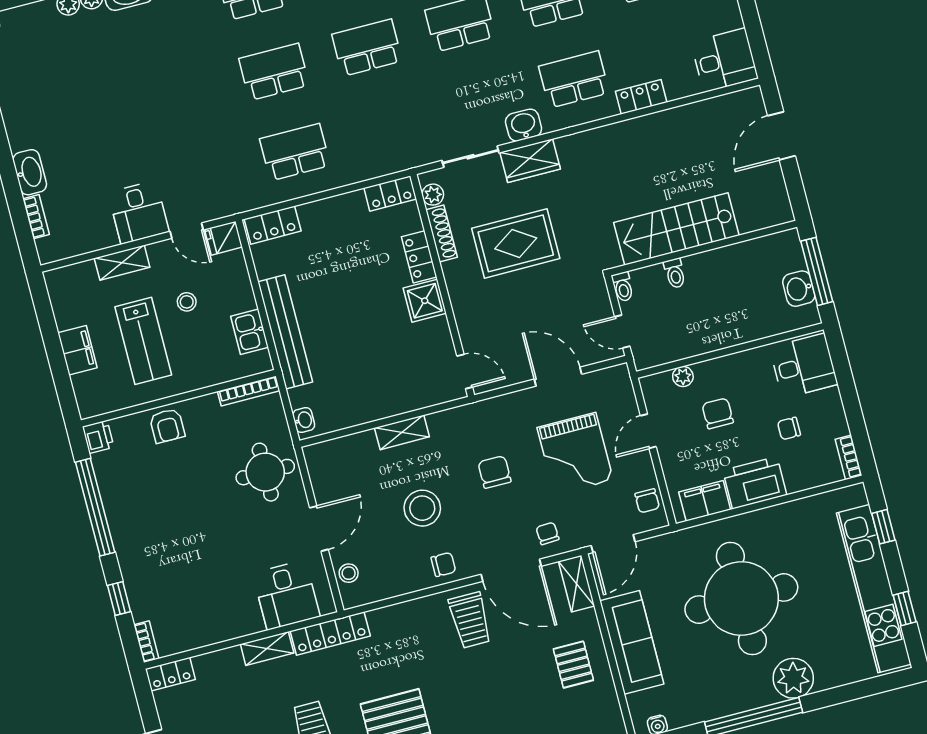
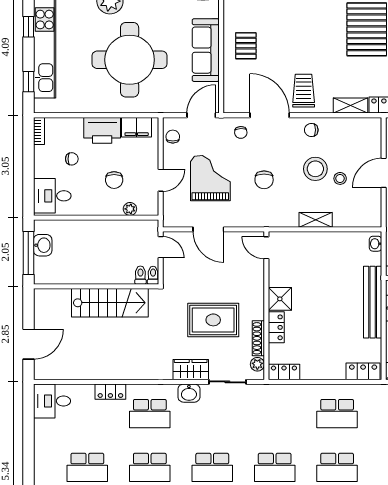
toilet: (675, 273) -> (140, 275), moved
stool: (349, 573) -> (340, 178), moved
shelving: (577, 584) -> (351, 106), moved, turned 90

